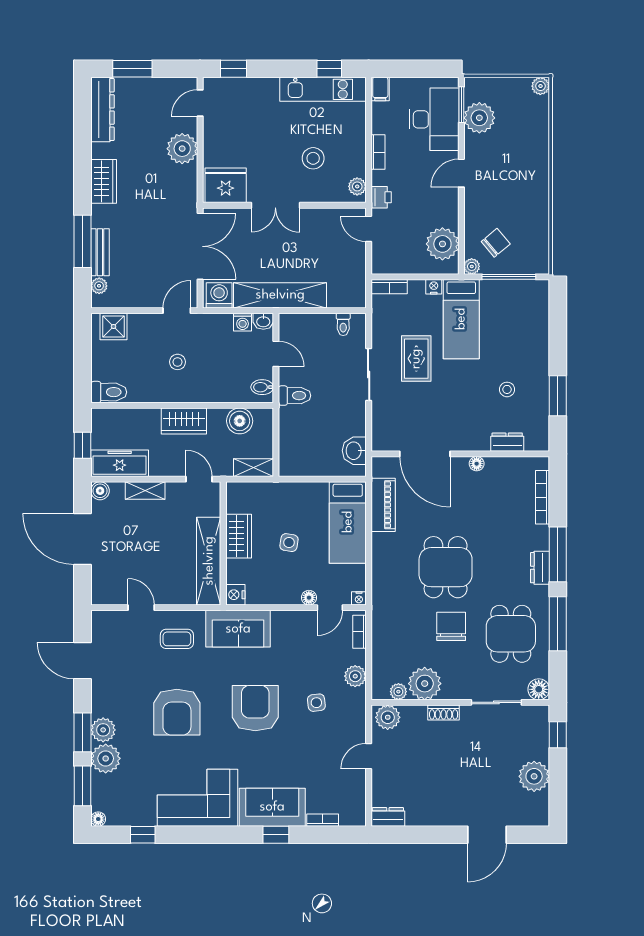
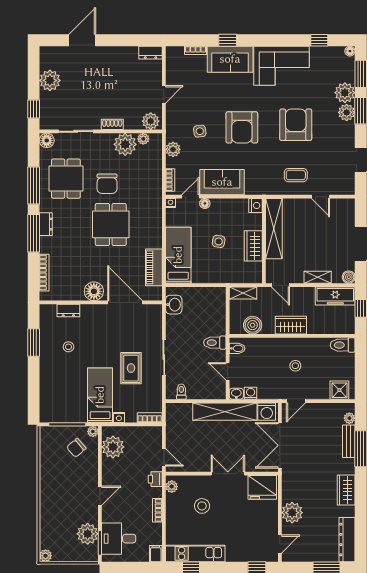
desk: (434, 119) -> (119, 539), width x0.73
floor lamp: (477, 464) -> (94, 291), width x1.89, depth x1.89
sofa: (238, 629) -> (222, 182), moved

